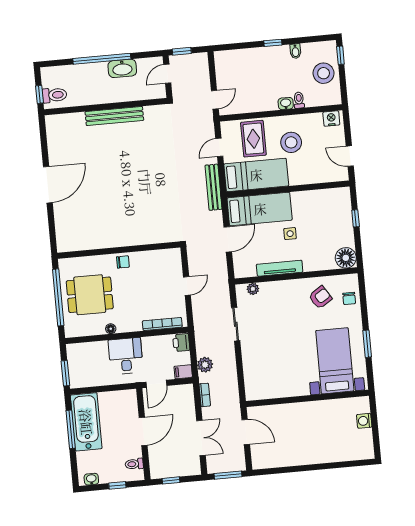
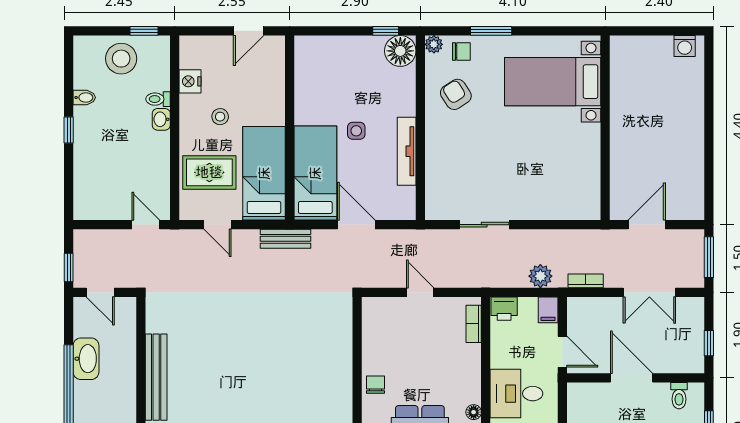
window: (340, 55) -> (144, 31), moved
nightstand: (331, 119) -> (190, 81), moved
stool: (291, 142) -> (220, 117), width x0.53, depth x0.53
bench: (214, 187) -> (285, 239), width x0.73
window: (356, 218) -> (386, 31), moved
plant: (253, 289) -> (434, 44), moved
bookcase: (162, 324) -> (474, 324), width x0.64
window: (367, 344) -> (491, 31), moved
washing machine: (364, 421) -> (685, 46), moved
double door: (201, 438) -> (649, 292), swing flipped

